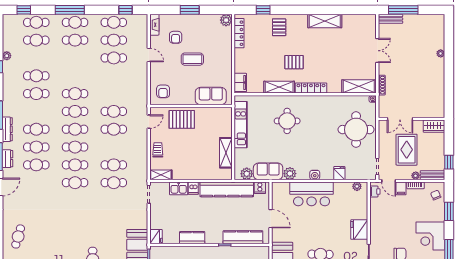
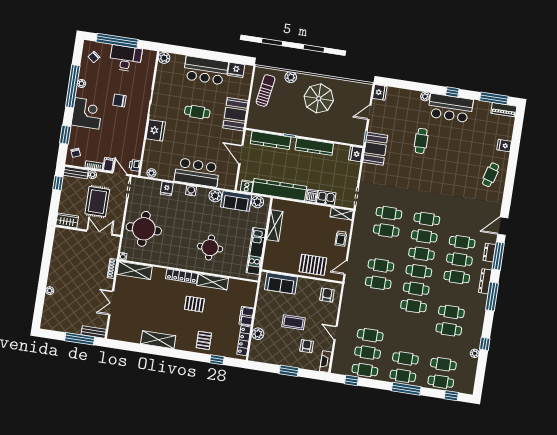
plant: (226, 20) -> (258, 334), moved
filing cabinet: (240, 82) -> (246, 316), moved
kitchen counter: (192, 238) -> (314, 147), width x1.50

